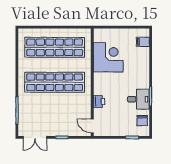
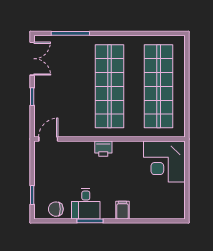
filing cabinet: (143, 42) -> (122, 210), moved
corner desk: (108, 57) -> (164, 161), moved, turned 90
printer: (99, 102) -> (103, 149), moved
double door: (35, 137) -> (32, 59), swing flipped

